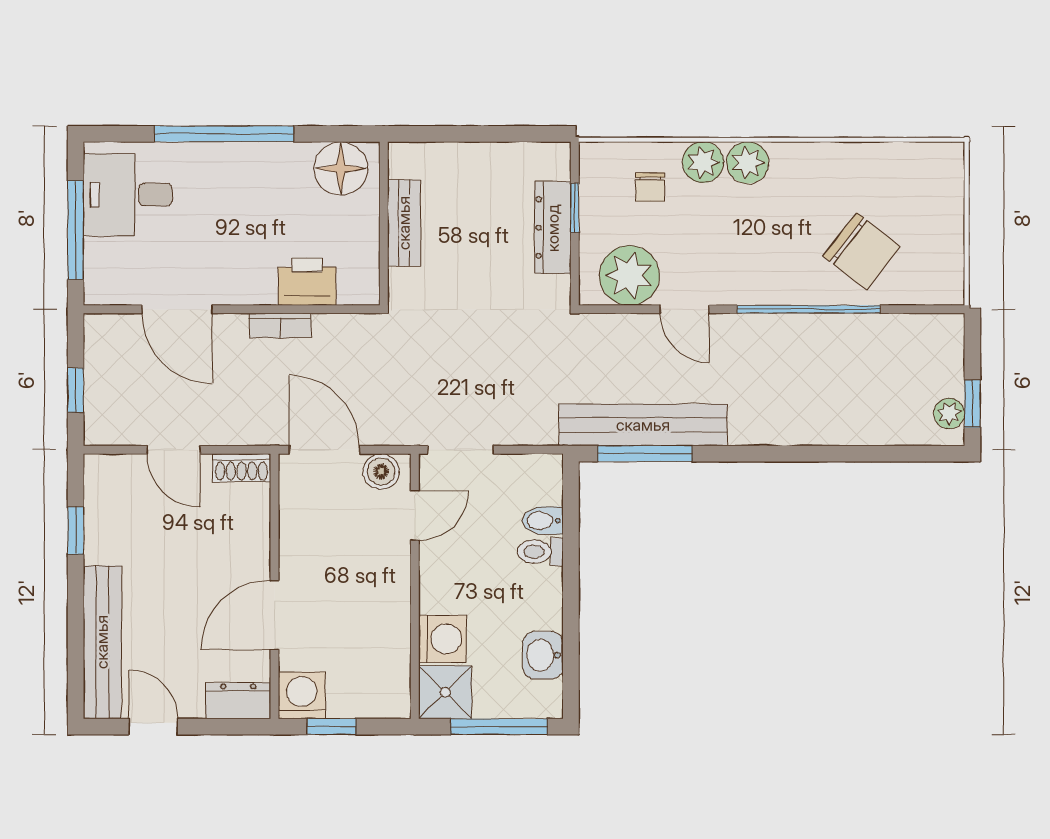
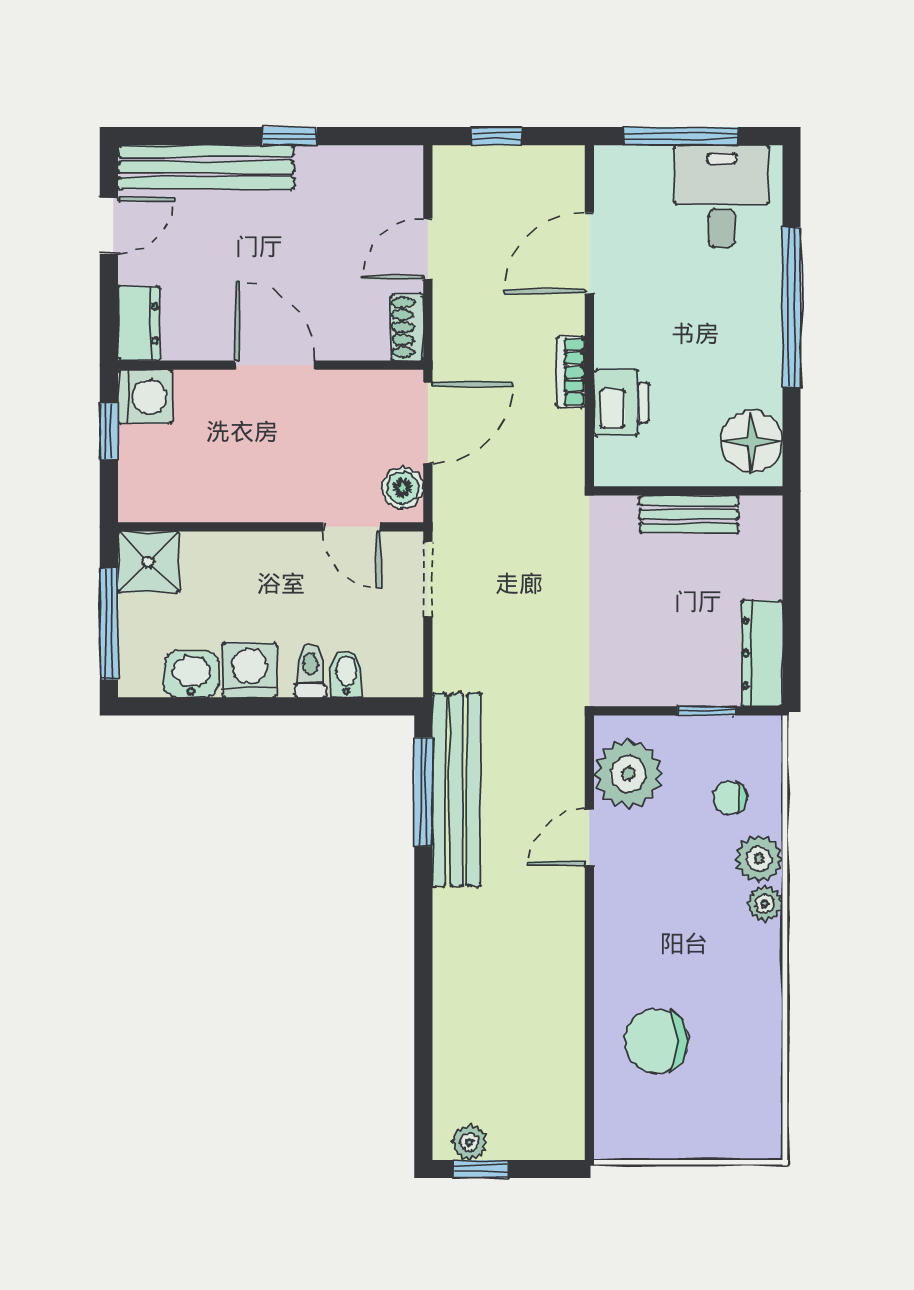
plant: (748, 163) -> (765, 904), width x0.73, depth x0.73
dresser: (553, 228) -> (762, 653), moved, turned -90
chair: (862, 251) -> (656, 1041), turned 52
window: (809, 309) -> (589, 980), removed
window: (76, 531) -> (289, 136), moved
door: (274, 615) -> (275, 365), moved
washing machine: (442, 639) -> (249, 670), moved, turned 180

